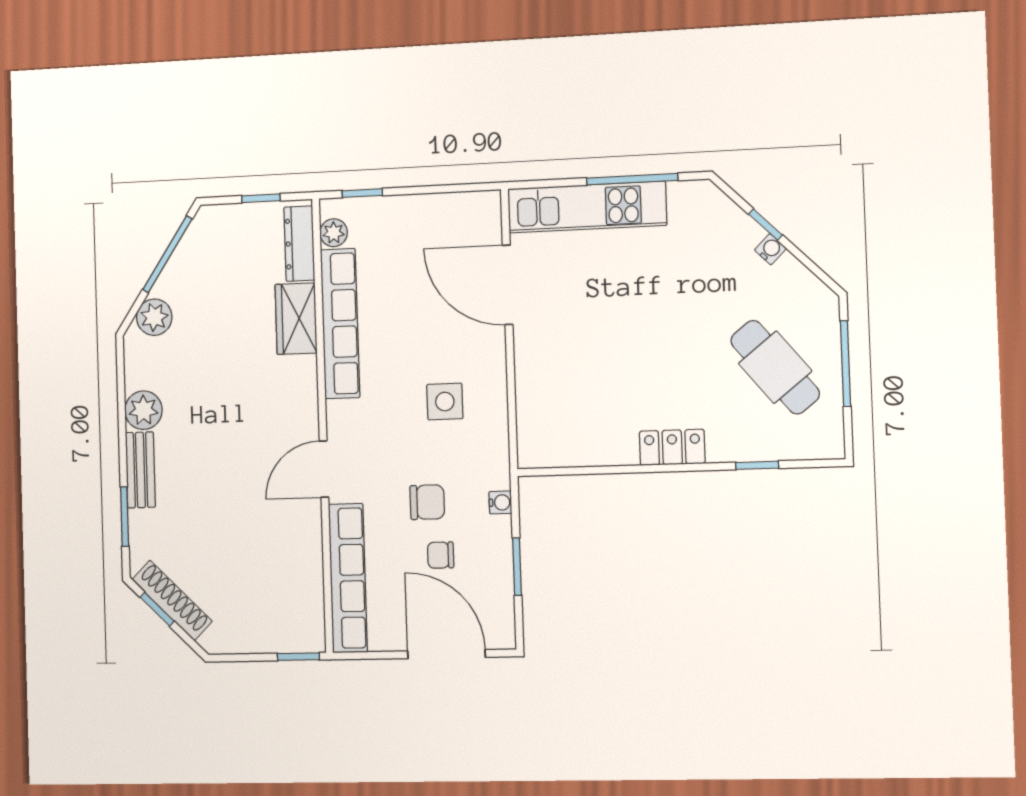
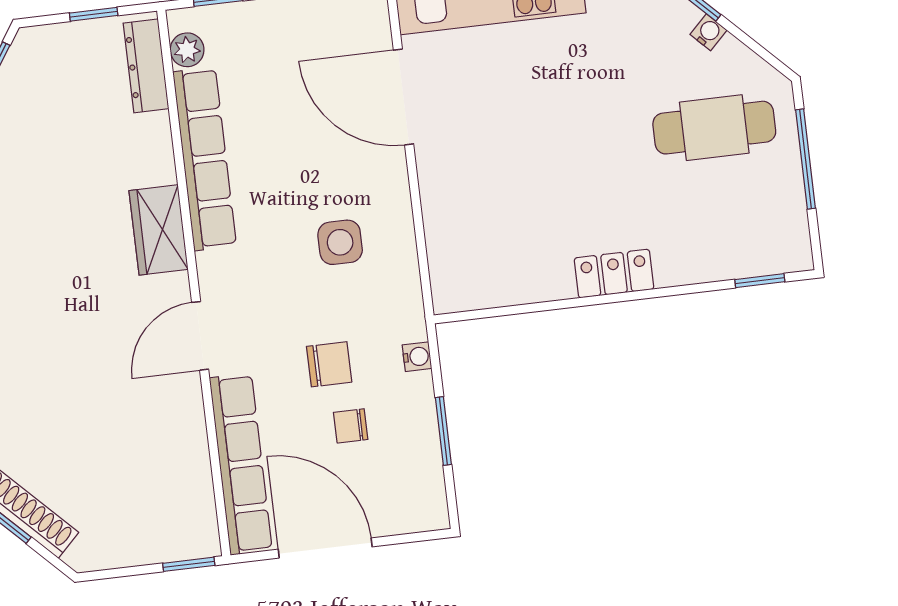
wardrobe: (296, 319) -> (159, 230), moved
cafe table: (775, 367) -> (714, 128), moved, turned -51
window: (757, 465) -> (760, 281), moved
door: (446, 654) -> (325, 548), moved

